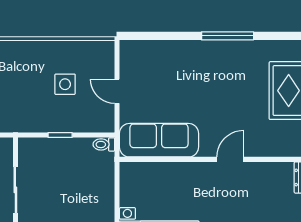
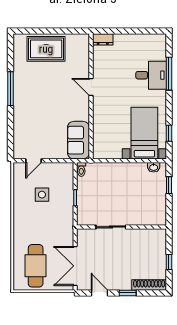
door: (117, 91) -> (34, 161), moved
sofa: (159, 140) -> (78, 140), width x0.73

